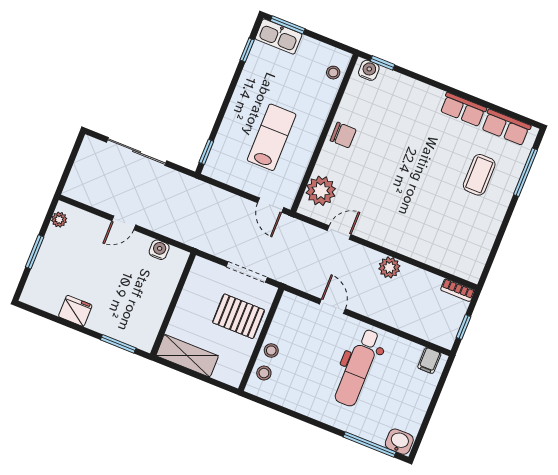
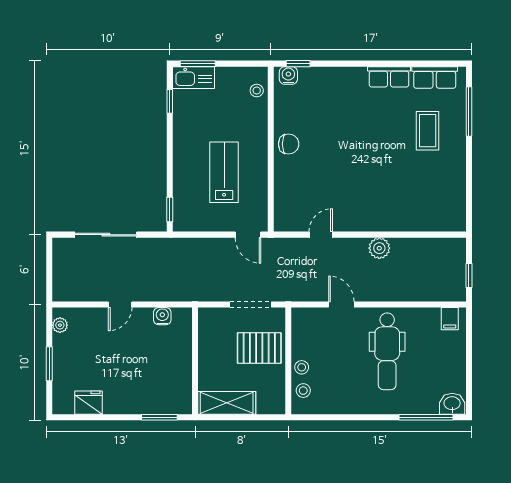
plant: (321, 191) -> (289, 203), removed
bookcase: (458, 290) -> (450, 244), removed
fridge: (75, 311) -> (88, 403), moved

